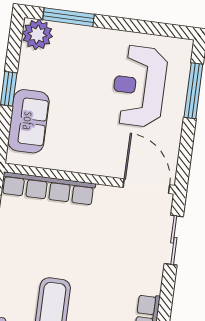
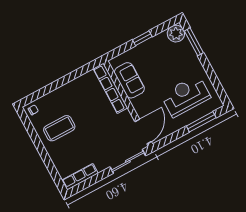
sofa: (29, 121) -> (129, 80), moved, turned -90
sliding door: (174, 240) -> (128, 161), width x1.37

